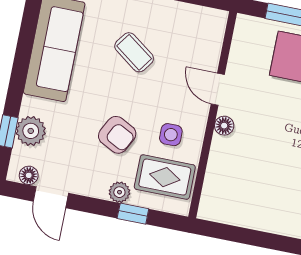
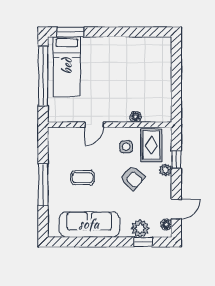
coffee table: (134, 52) -> (83, 178), turned 54
floor lamp: (224, 126) -> (136, 117), moved
armchair: (117, 135) -> (132, 178), turned 104

